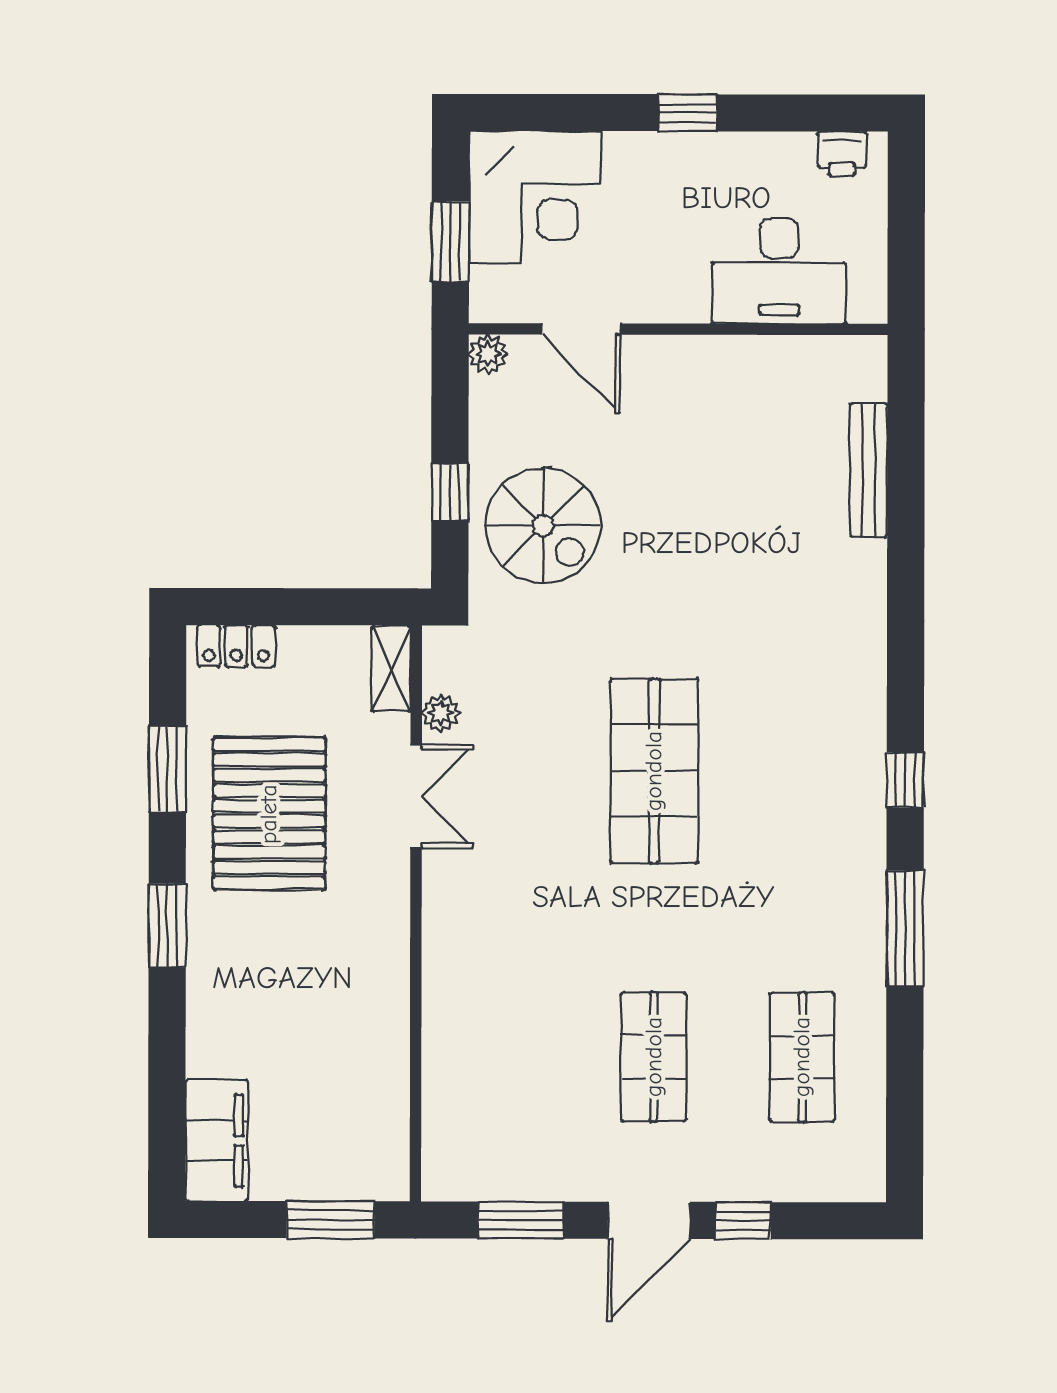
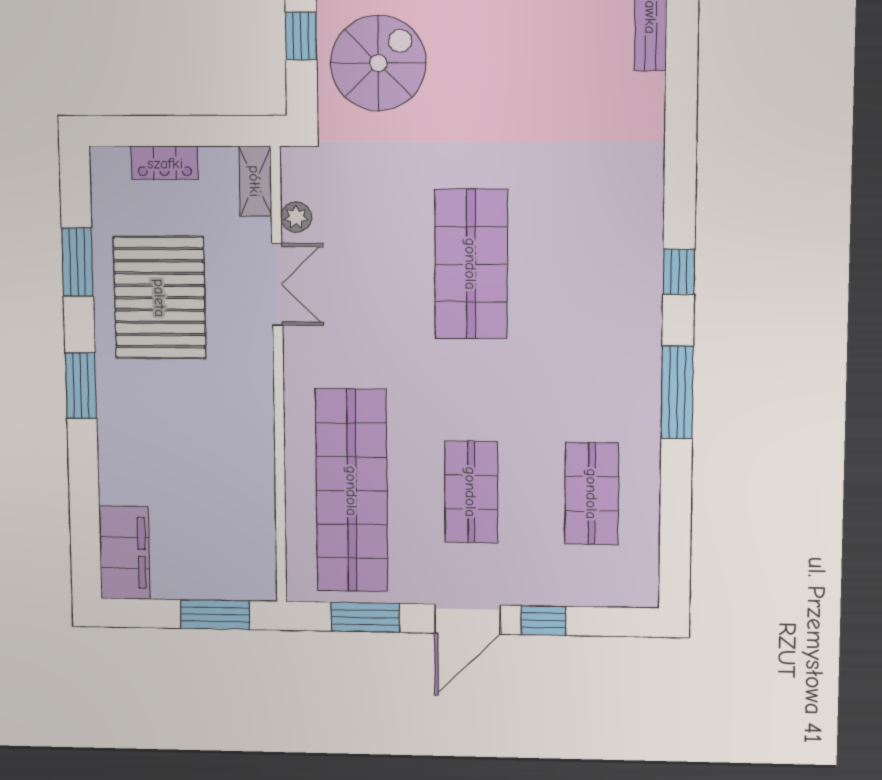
spiral stairs: (543, 525) -> (378, 63), turned -90
locker: (236, 646) -> (165, 163), moved
shop shelf: (505, 1057) -> (352, 491), added

